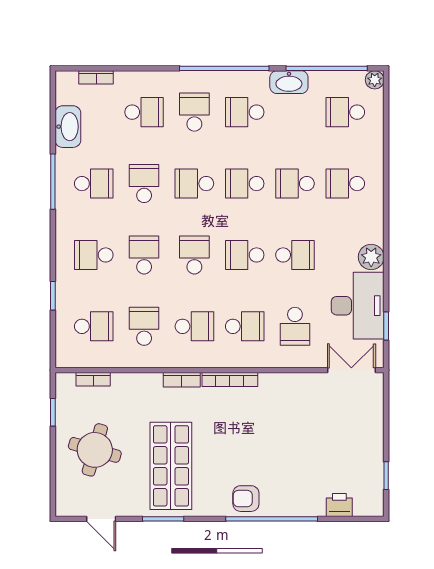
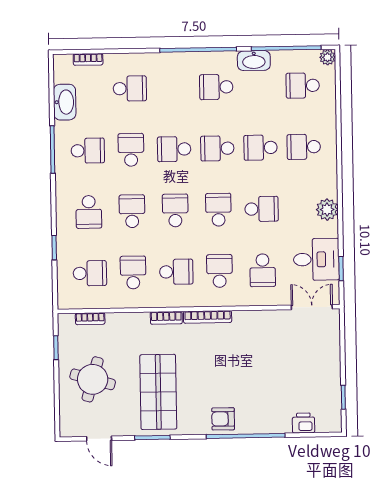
school desk: (194, 112) -> (173, 88), removed
school desk: (94, 255) -> (89, 212), turned -90
school desk: (245, 255) -> (218, 210), turned 90
desk: (358, 306) -> (316, 259), width x0.73
school desk: (245, 326) -> (219, 271), turned -90

